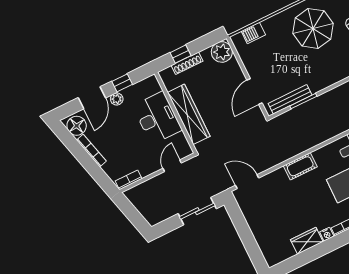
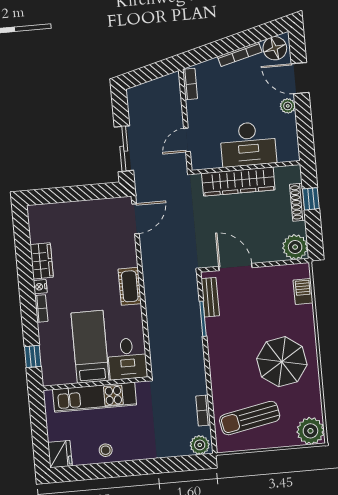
window: (122, 83) -> (304, 119), removed
bench: (290, 99) -> (210, 297), width x0.73
door: (172, 166) -> (187, 140), swing flipped

